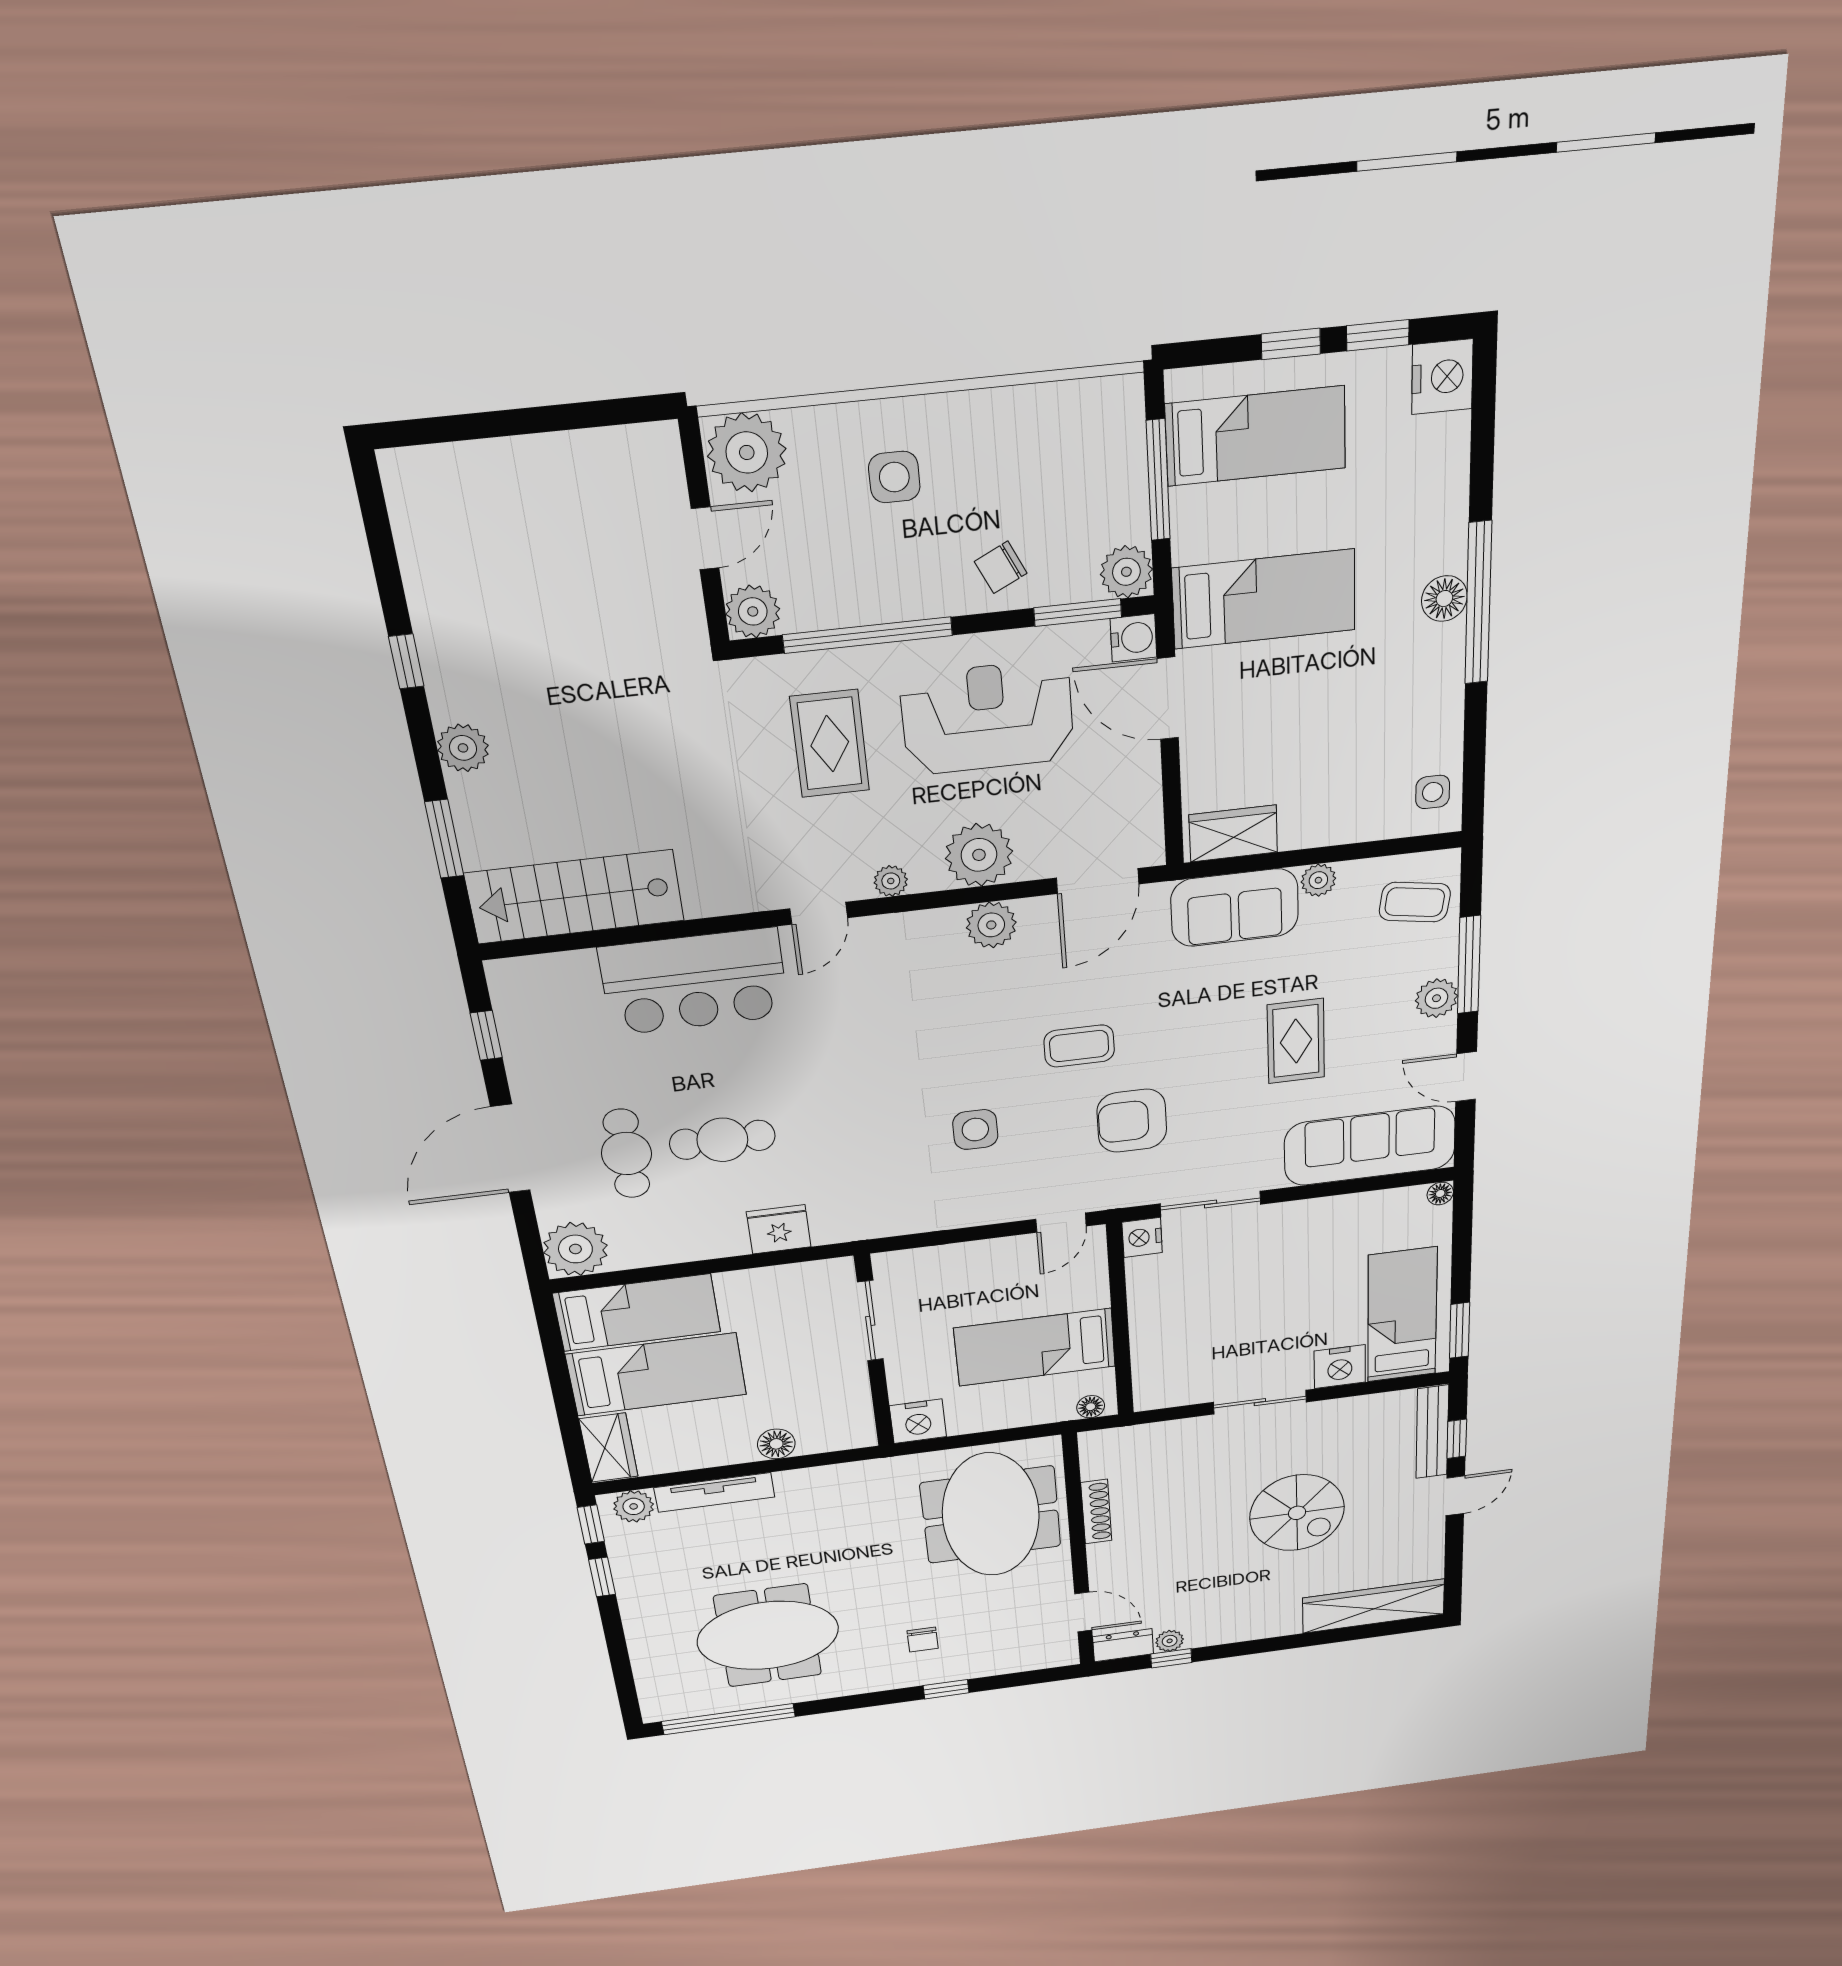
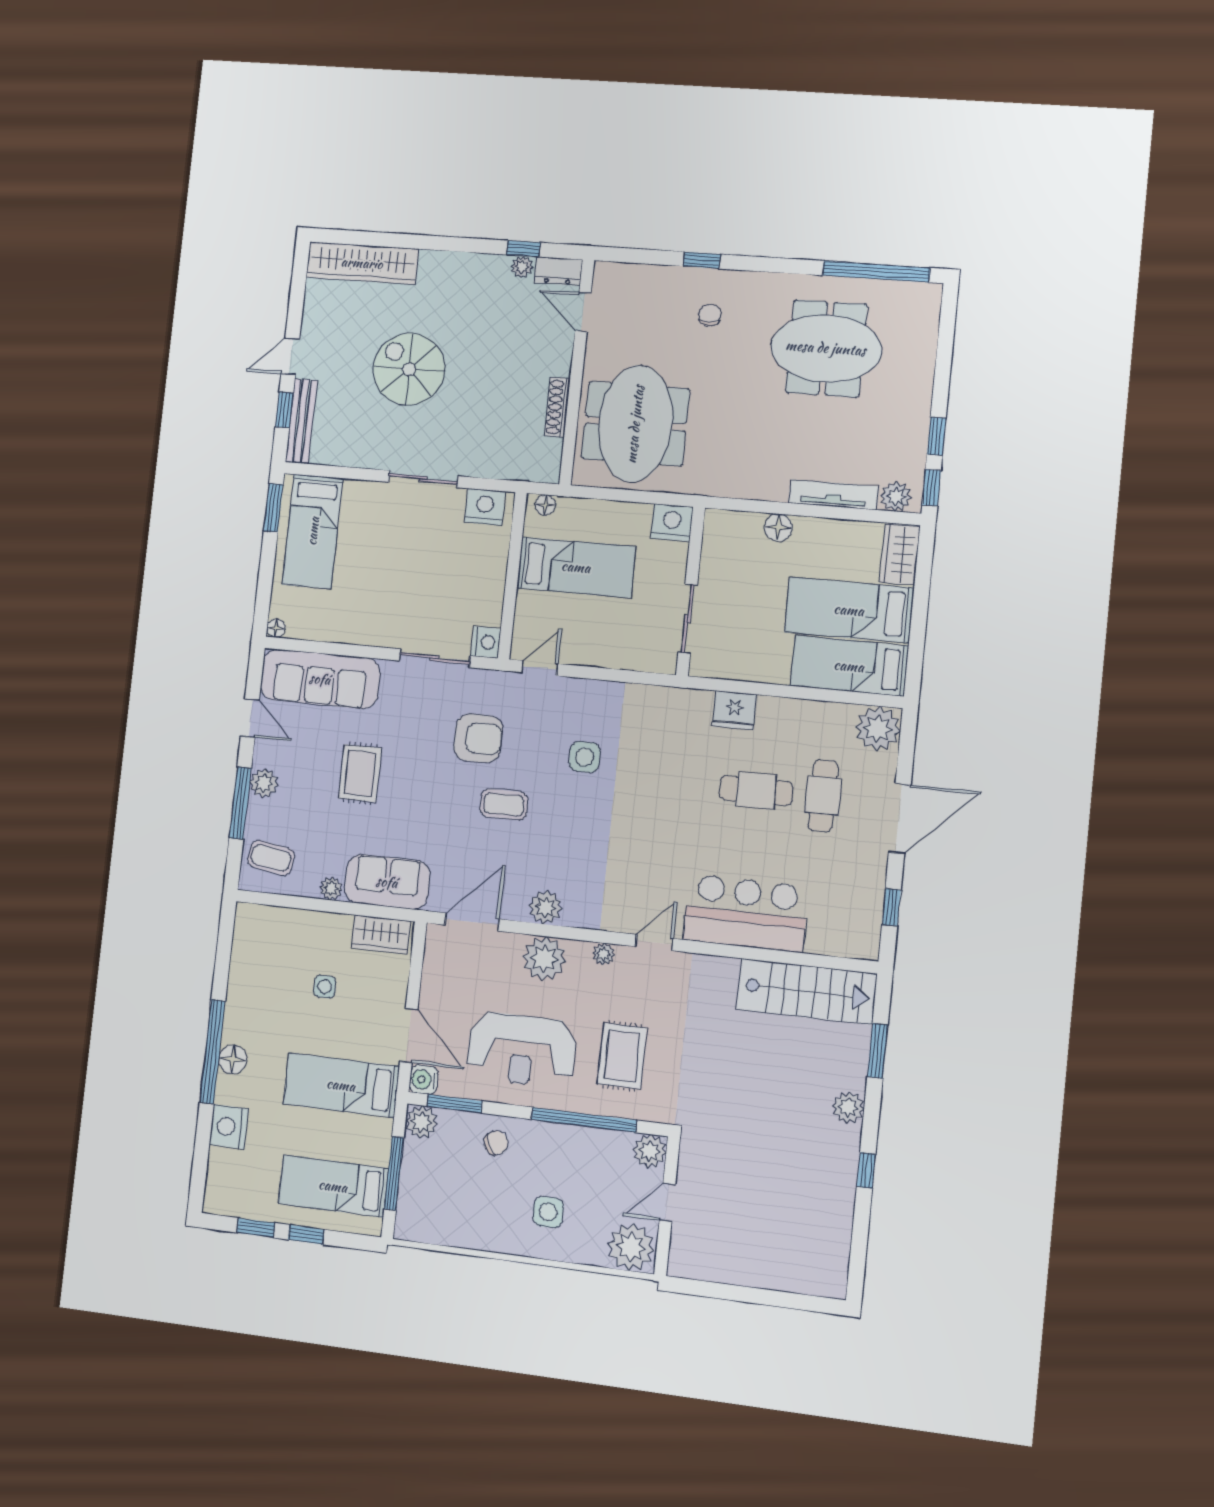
nightstand: (1442, 377) -> (229, 1127), moved
side table: (1433, 792) -> (325, 987), moved
nightstand: (1340, 1367) -> (485, 507), moved

